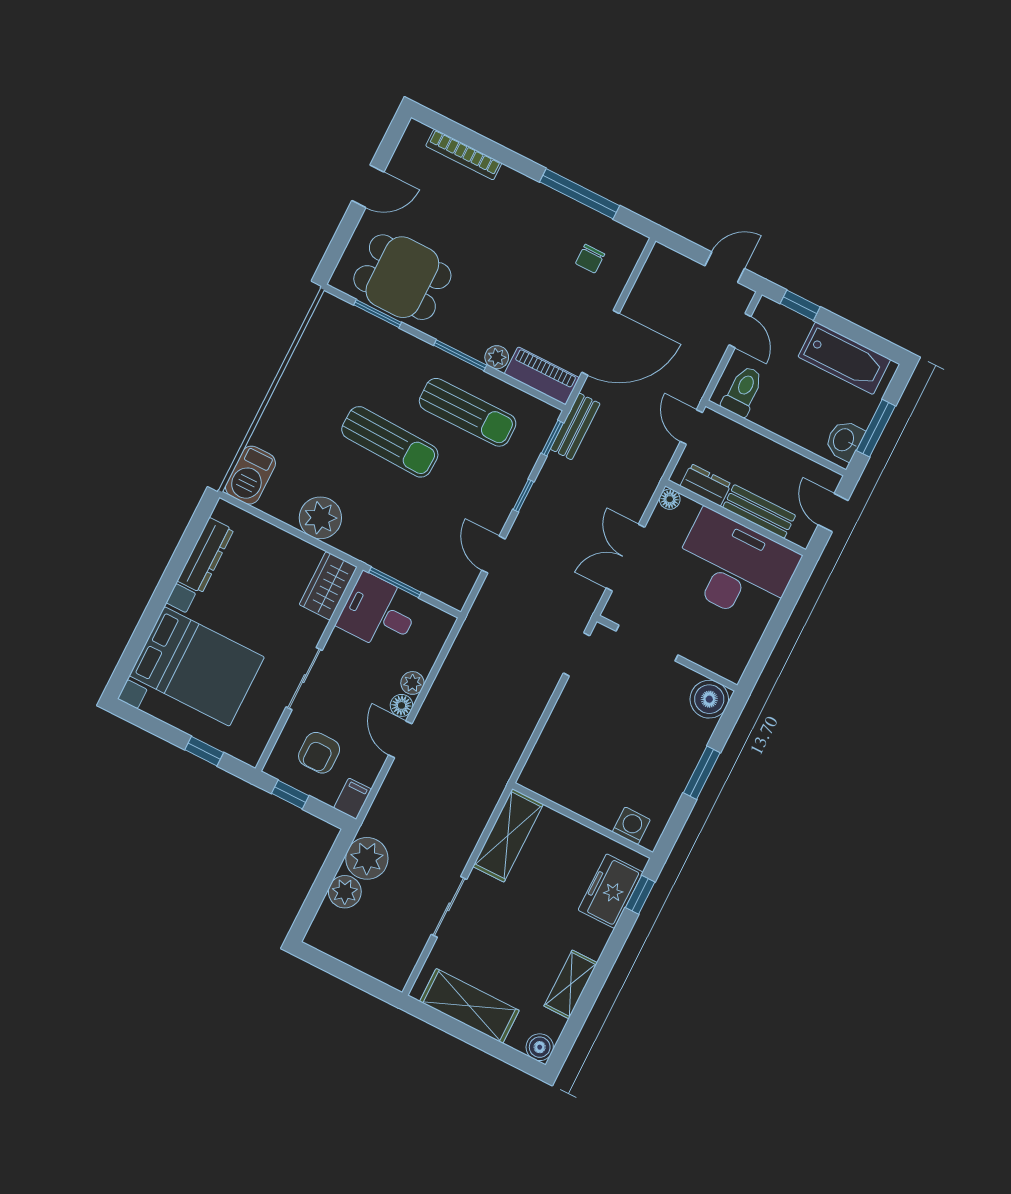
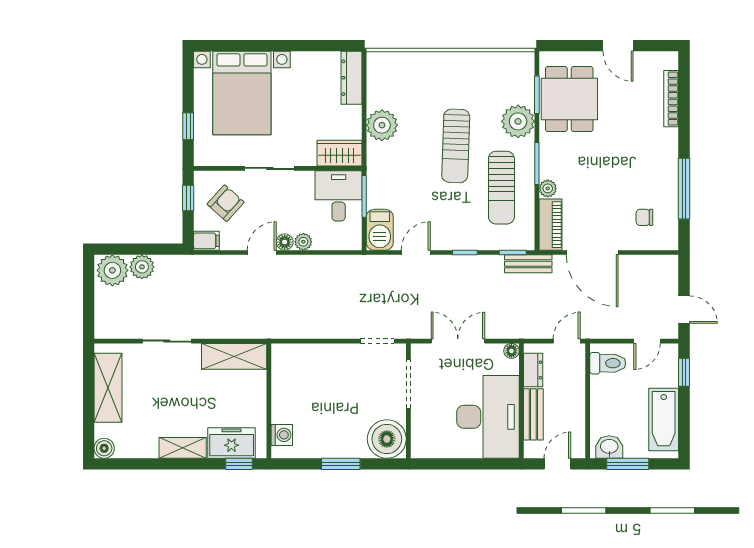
plant: (398, 352) -> (518, 121), added
barbecue: (250, 475) -> (380, 230), moved, turned -90
dresser: (205, 555) -> (351, 78), moved, turned 90
boiler: (709, 699) -> (387, 439), width x1.37, depth x1.37
armchair: (319, 753) -> (226, 203), turned 132
plant: (367, 858) -> (112, 270), moved
shelving: (571, 984) -> (183, 448), moved

